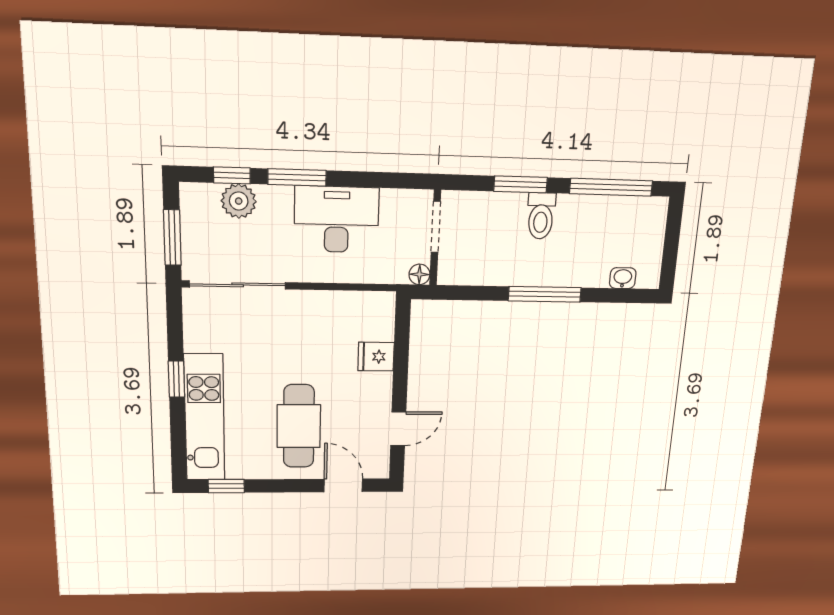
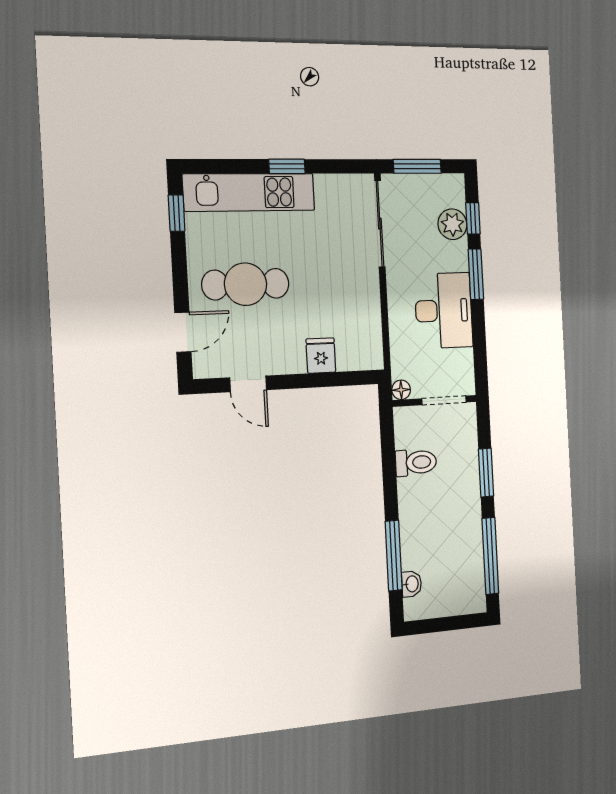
toilet: (541, 216) -> (416, 462), moved, turned 180
window: (545, 294) -> (394, 556), moved

